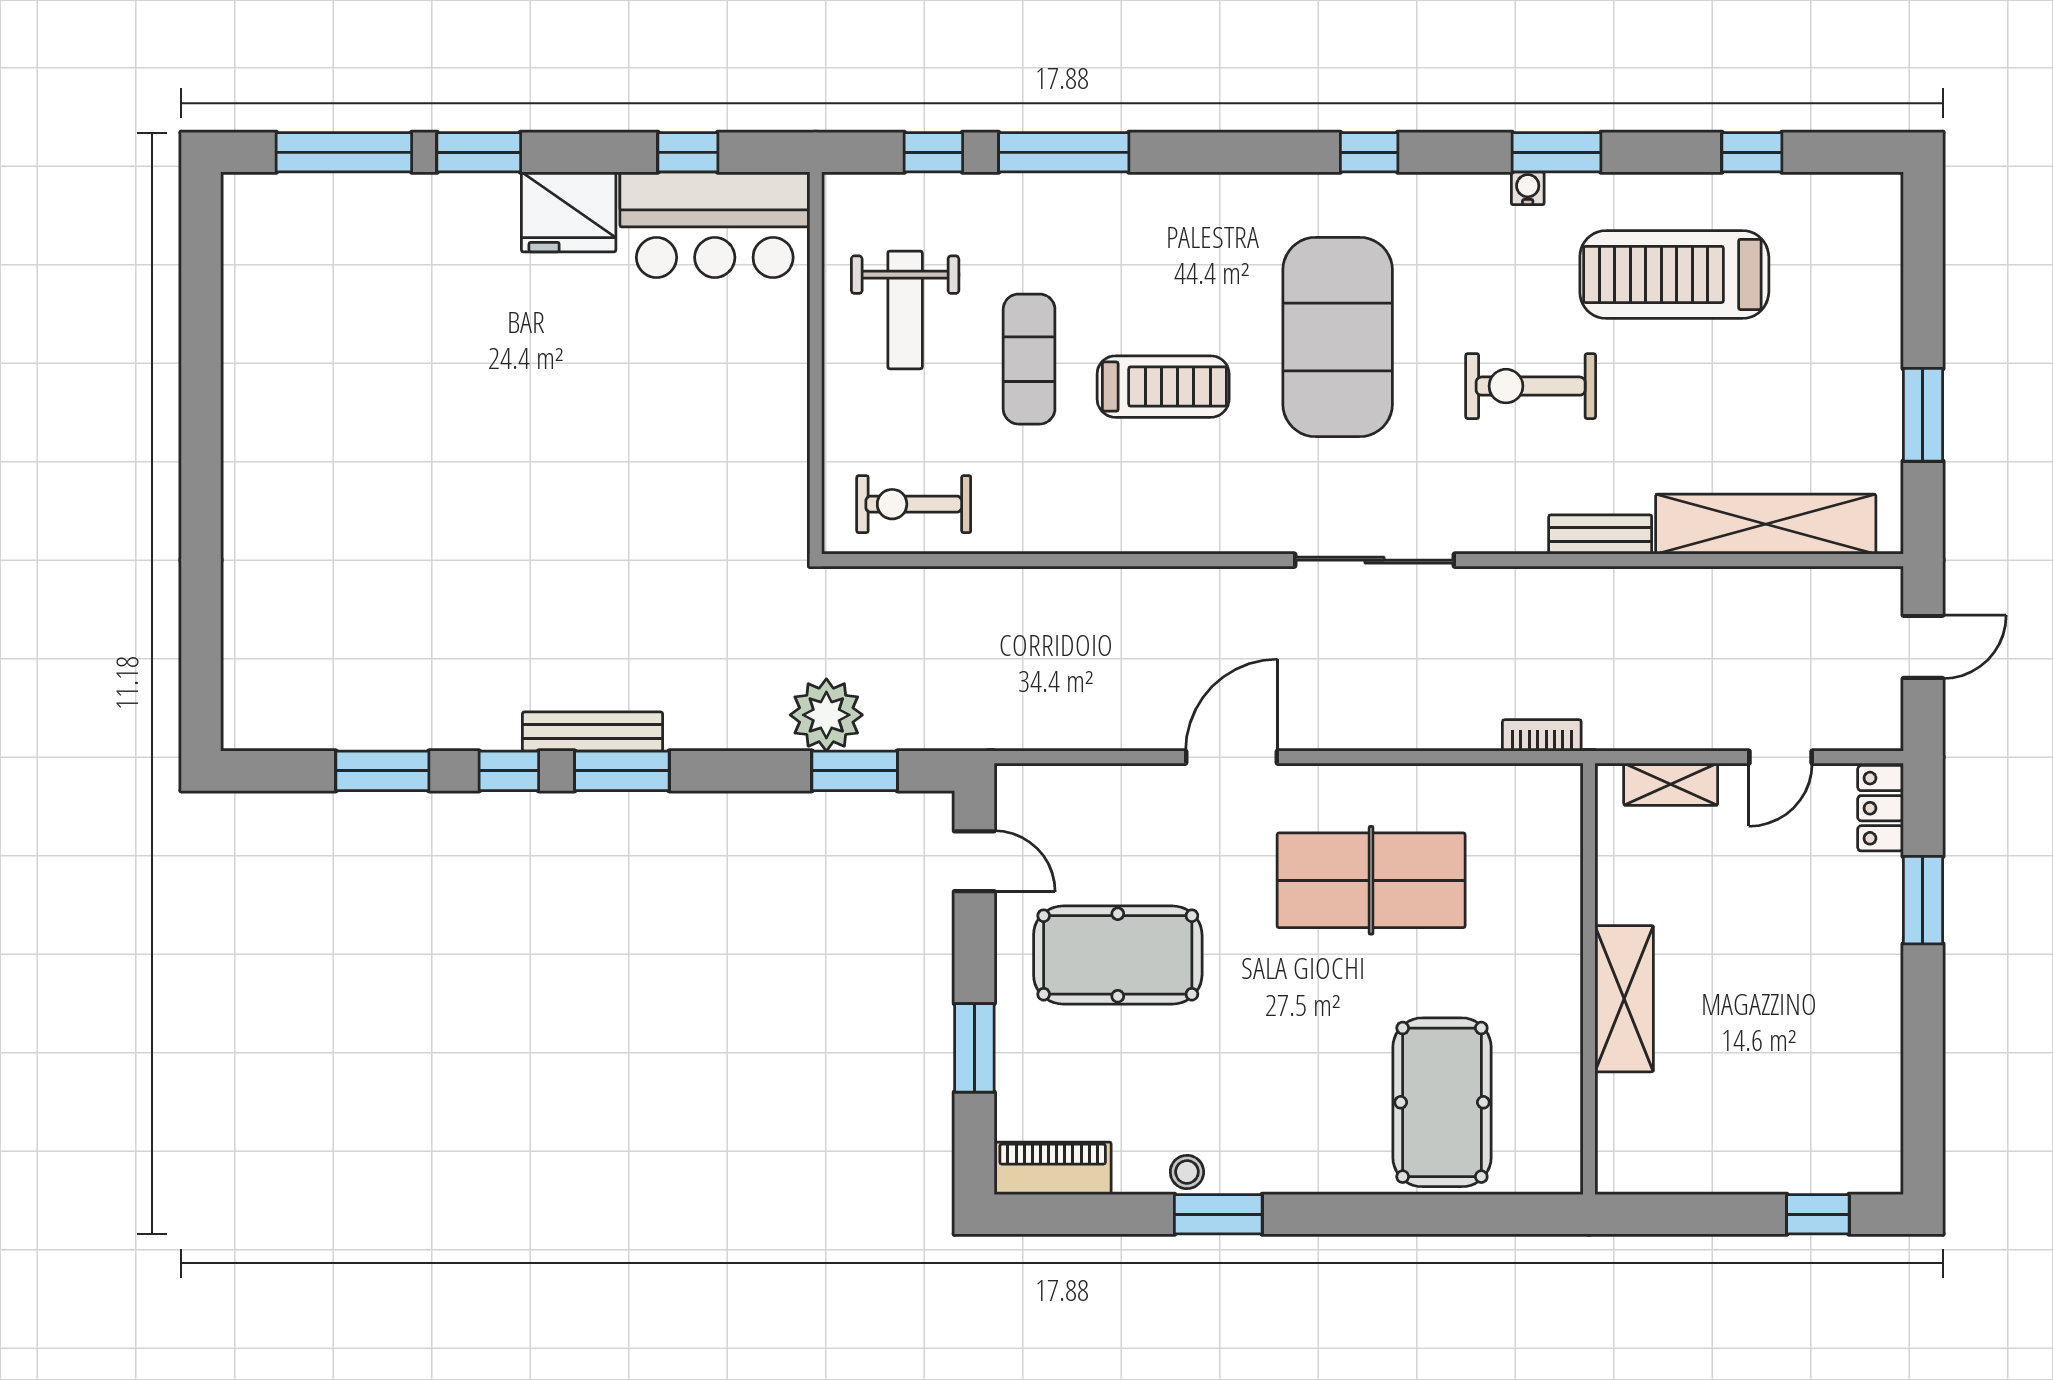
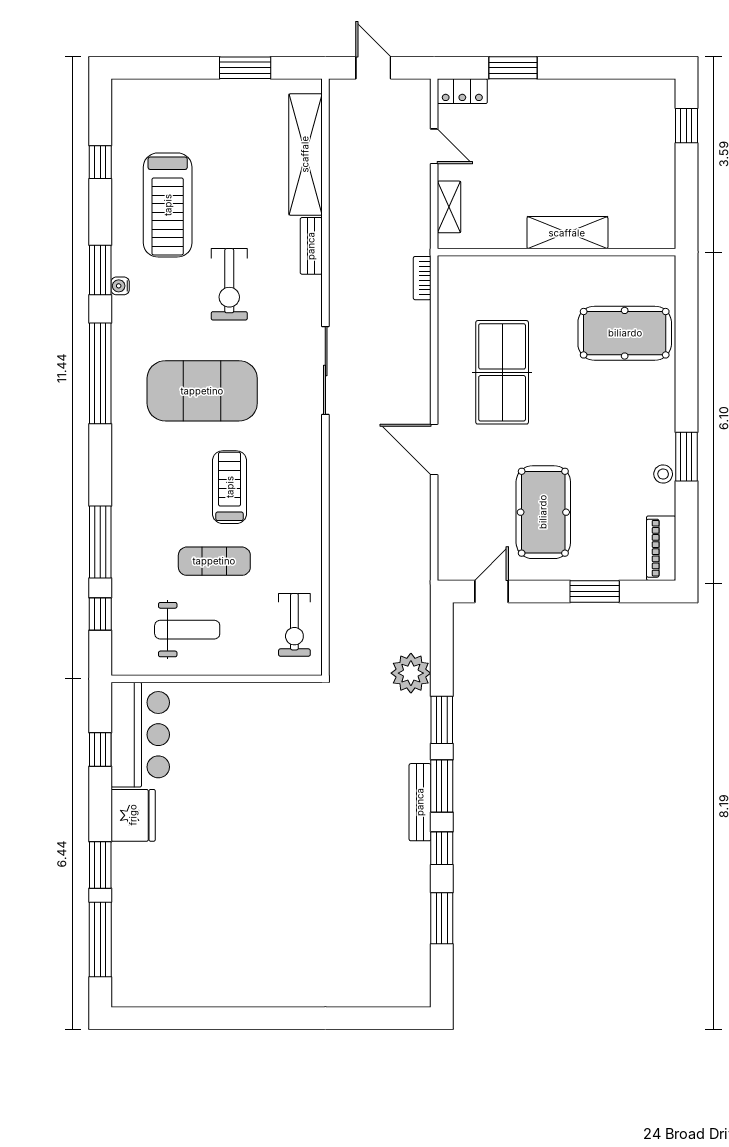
window: (1369, 152) -> (100, 373), width x3.17
window: (855, 771) -> (442, 720), moved

